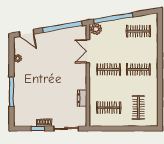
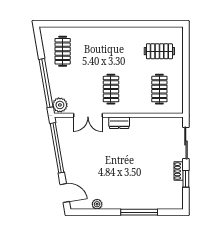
door: (27, 33) -> (65, 193), hinge flipped
clothes rail: (138, 69) -> (111, 51), removed
dresser: (82, 98) -> (119, 123), moved

